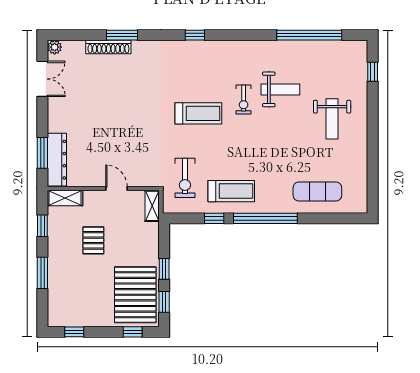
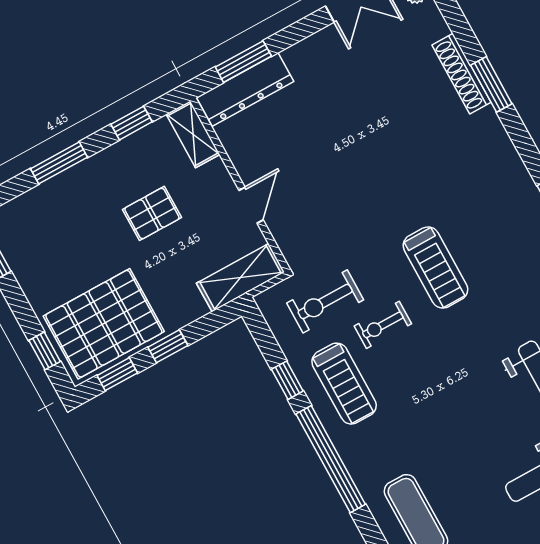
exercise bike: (244, 99) -> (383, 325), moved
shelving: (152, 206) -> (240, 278), width x1.50, depth x1.33

